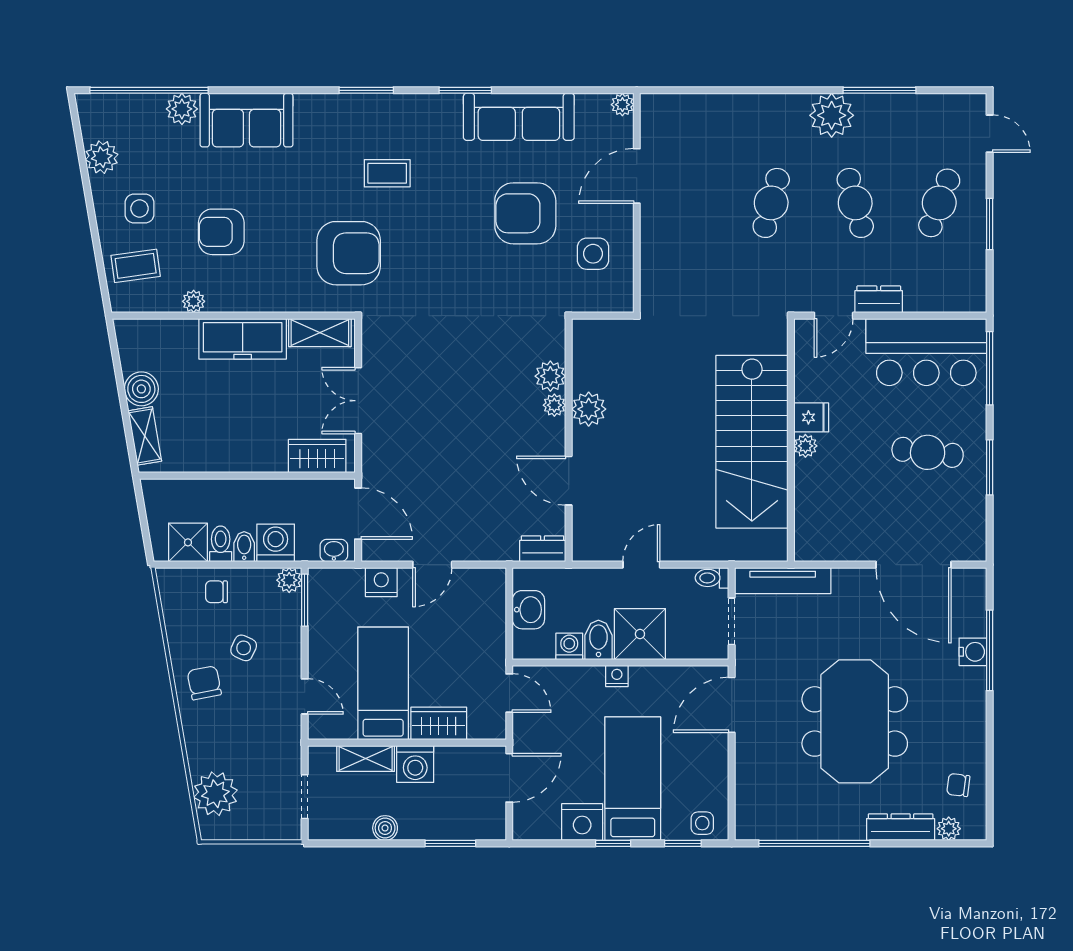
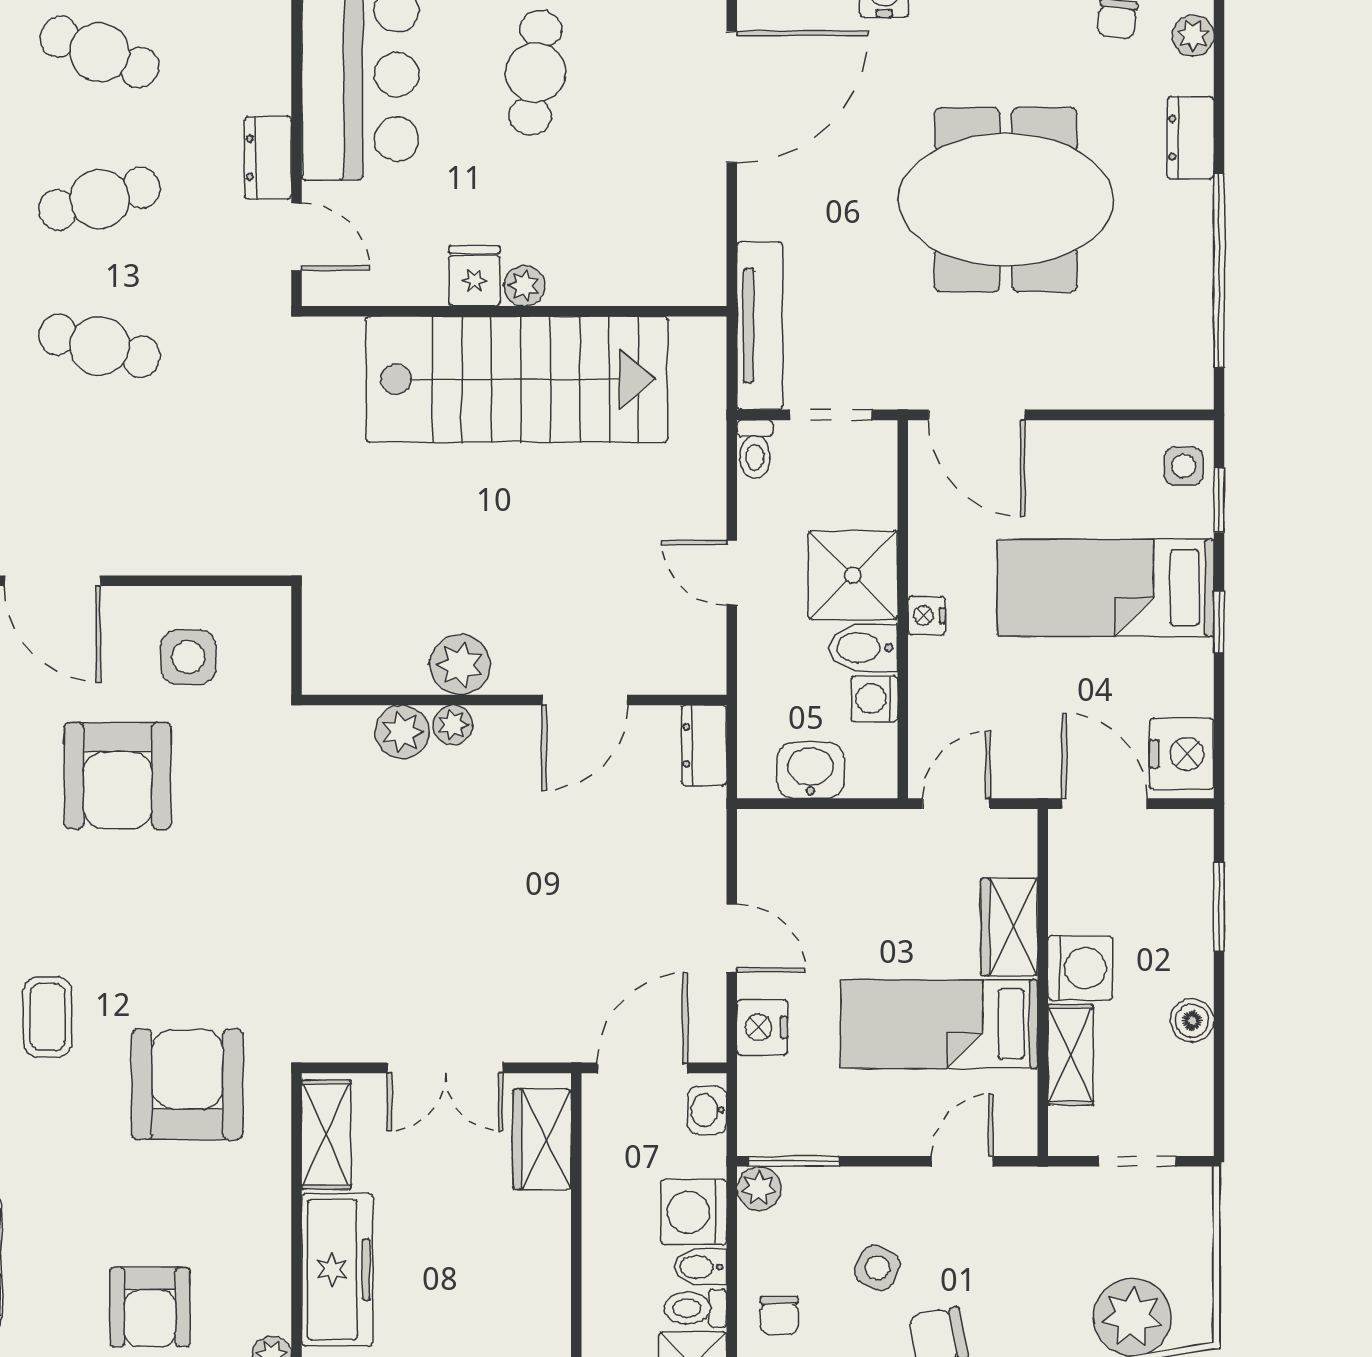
nightstand: (582, 822) -> (1182, 754), moved
dresser: (901, 827) -> (1191, 138), width x0.70

